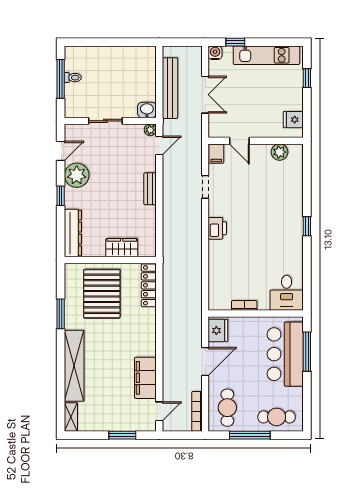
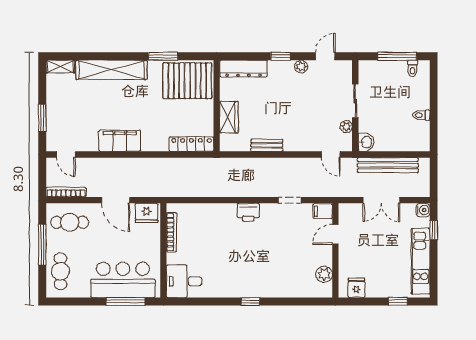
toilet: (120, 55) -> (421, 115), added
toilet: (73, 78) -> (413, 68), moved
plant: (150, 130) -> (346, 127), moved
door: (61, 151) -> (325, 56), swing flipped
plant: (77, 175) -> (301, 67), width x0.53, depth x0.53
bench: (150, 189) -> (267, 145), moved
pallet: (102, 294) -> (187, 81), moved
bookcase: (244, 305) -> (171, 232), width x1.56
filing cabinet: (145, 378) -> (120, 141), moved

